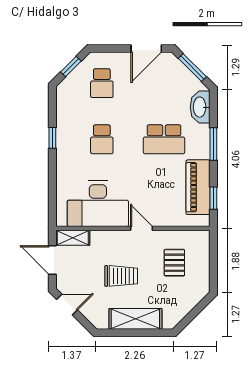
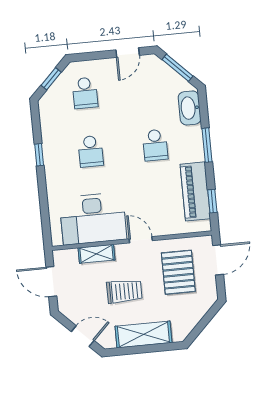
door: (146, 49) -> (128, 53), width x0.73
school desk: (164, 139) -> (155, 145), width x0.54
shelving: (73, 238) -> (97, 254), moved
door: (213, 255) -> (218, 260), added
pallet: (174, 263) -> (178, 272), width x1.50, depth x1.42
door: (67, 305) -> (83, 336), moved

